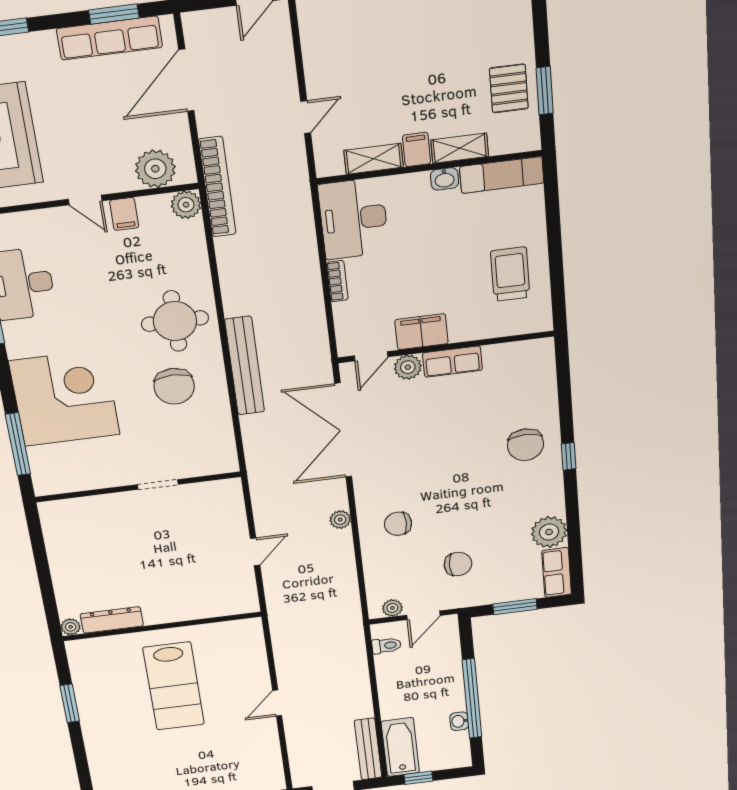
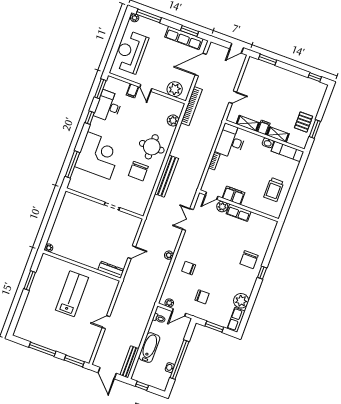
plant: (186, 205) -> (173, 120), moved
filing cabinet: (124, 214) -> (132, 91), moved
trolley: (510, 274) -> (274, 190), turned 180
double door: (343, 430) -> (188, 219), width x0.54
dresser: (112, 620) -> (111, 270), moved
lab bench: (174, 686) -> (72, 294), turned 180
bathtub: (400, 747) -> (149, 348), moved

